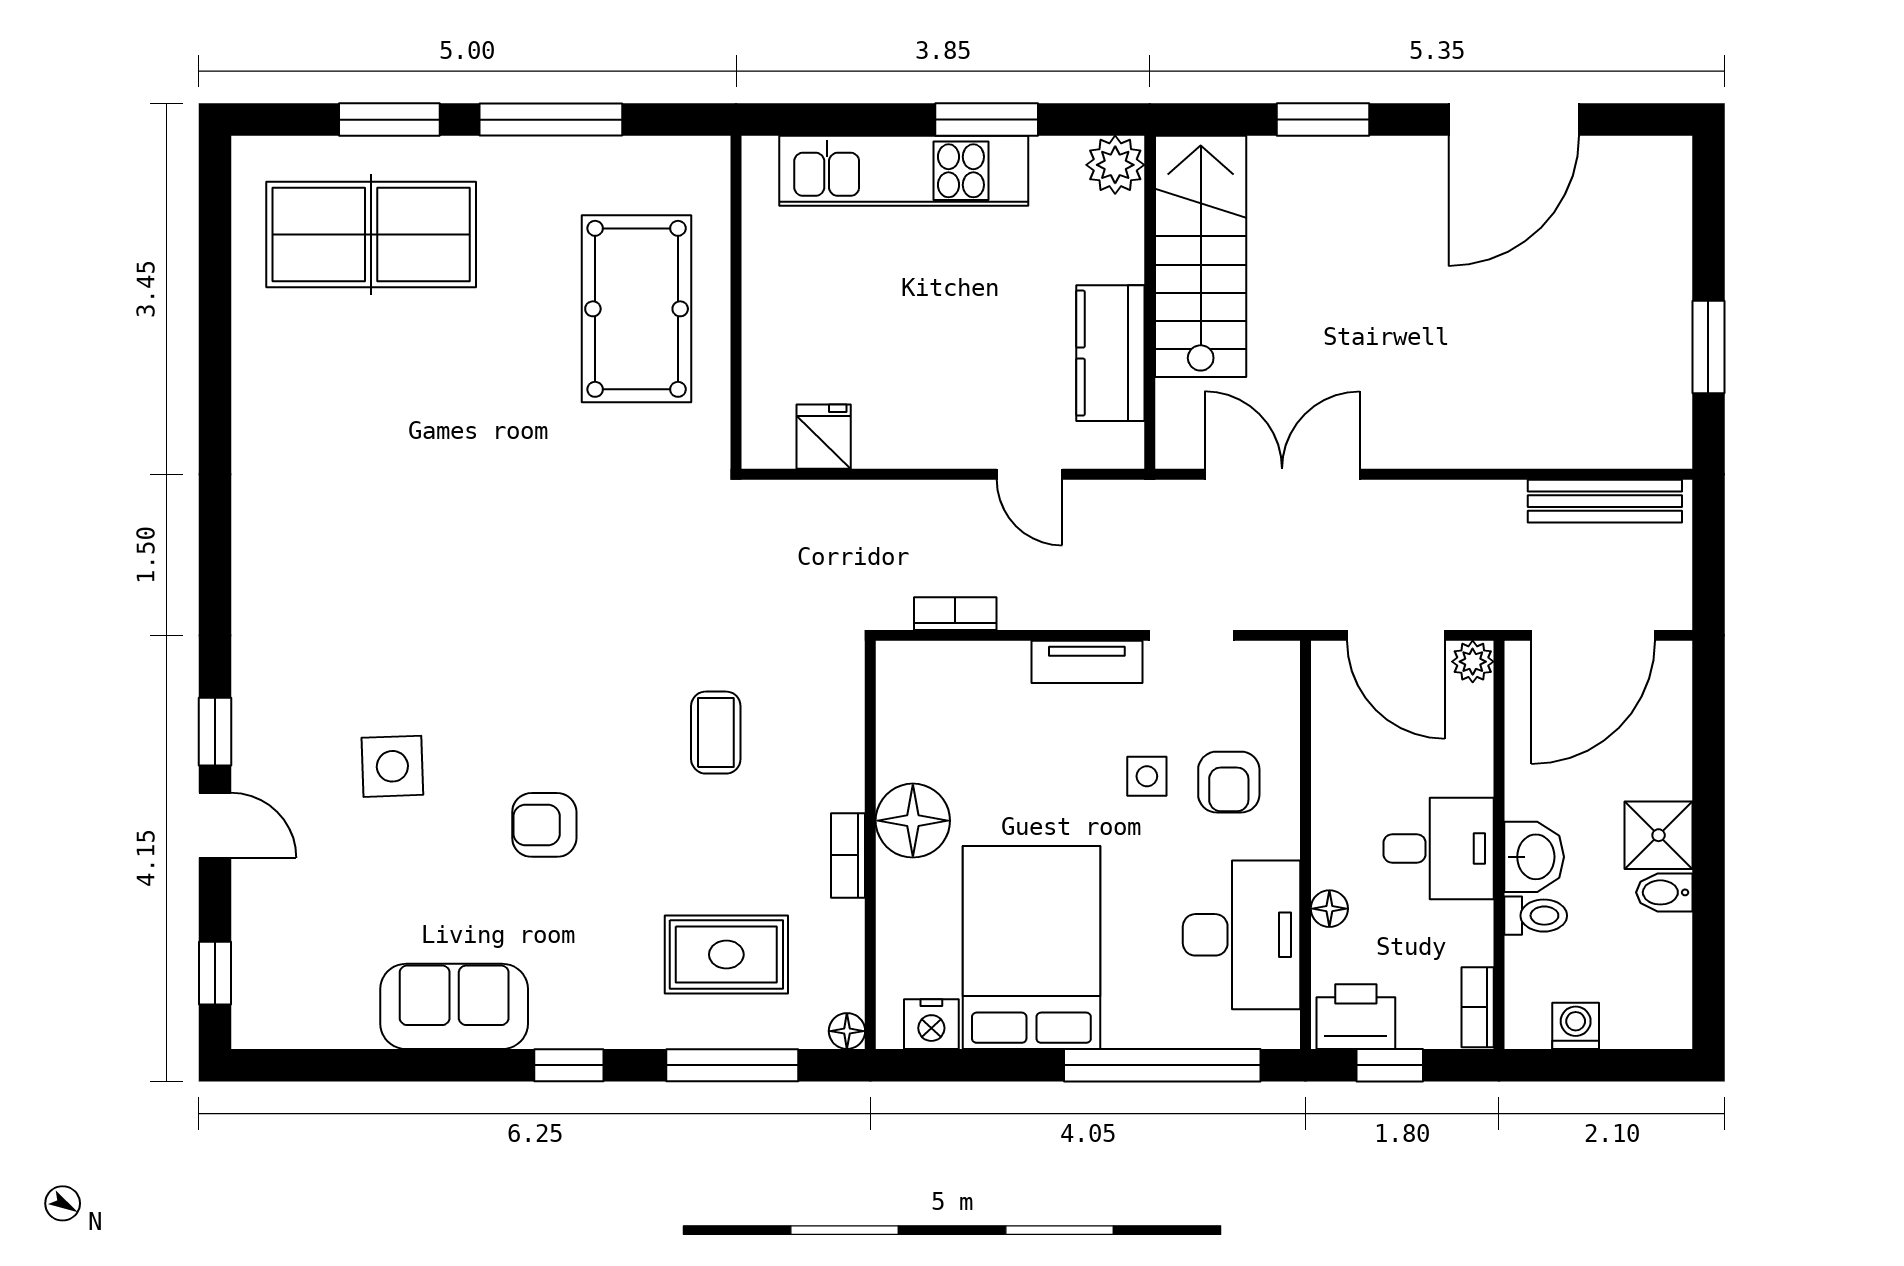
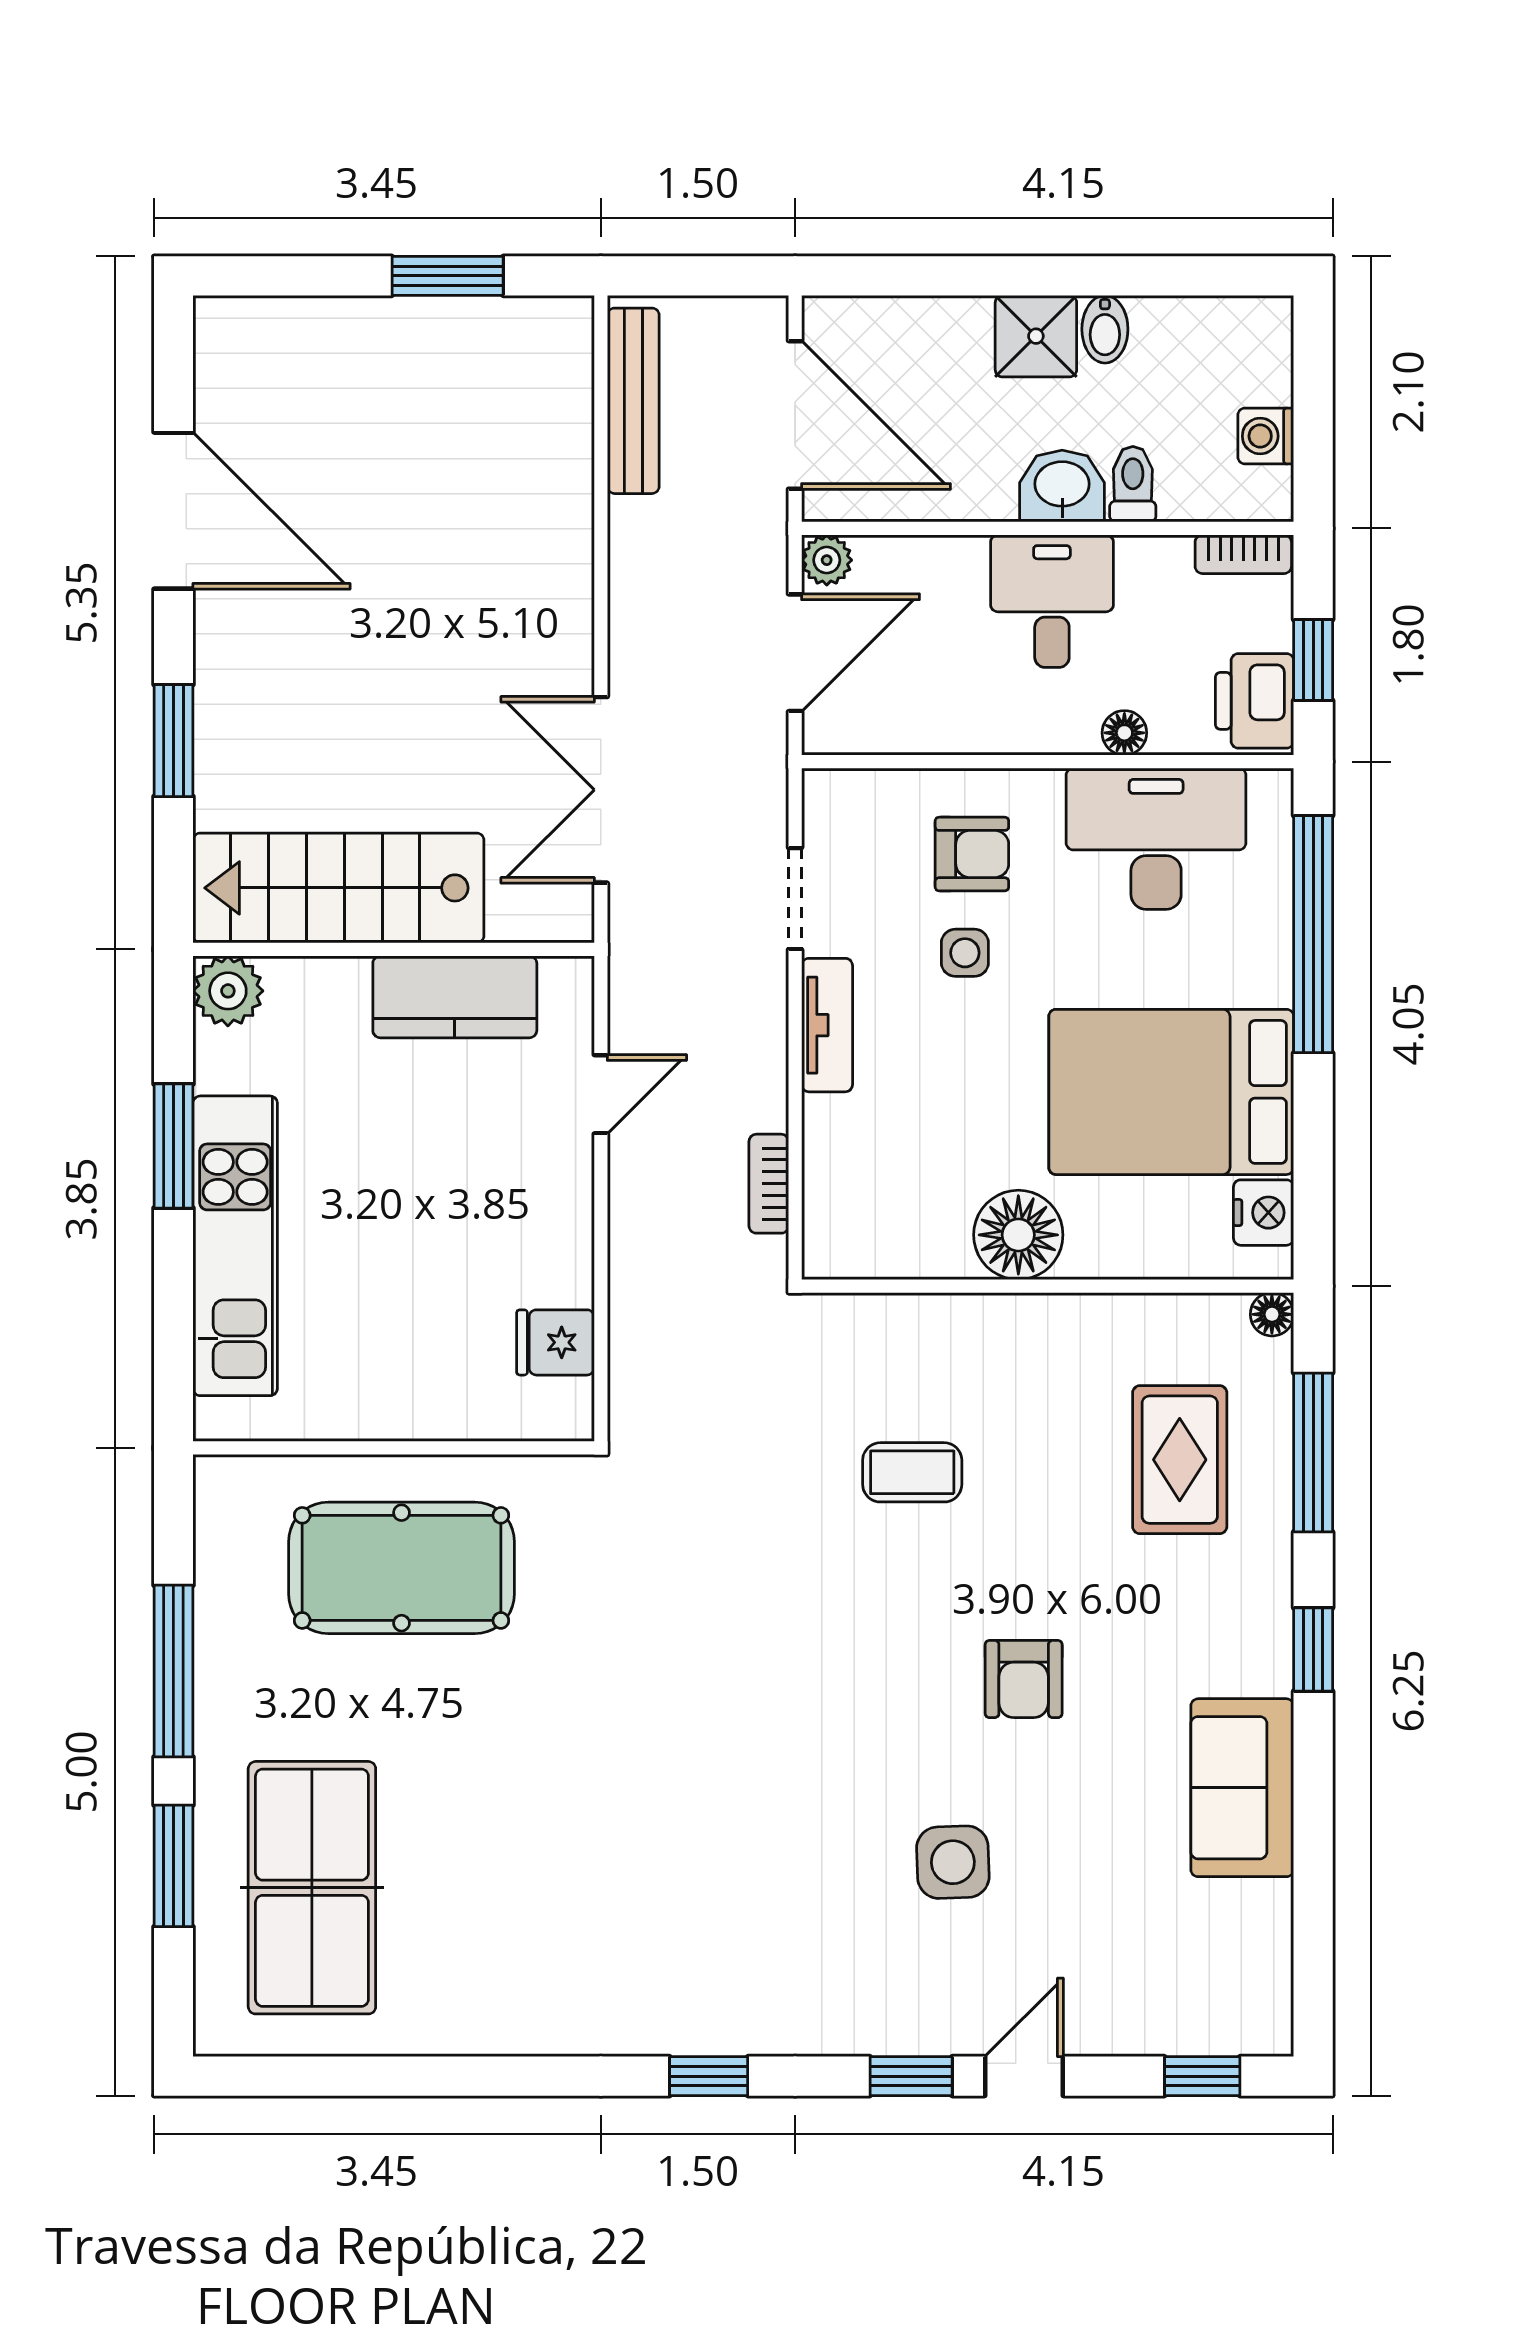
window: (215, 564) -> (709, 2076), added
bookcase: (848, 855) -> (1060, 1313), removed

